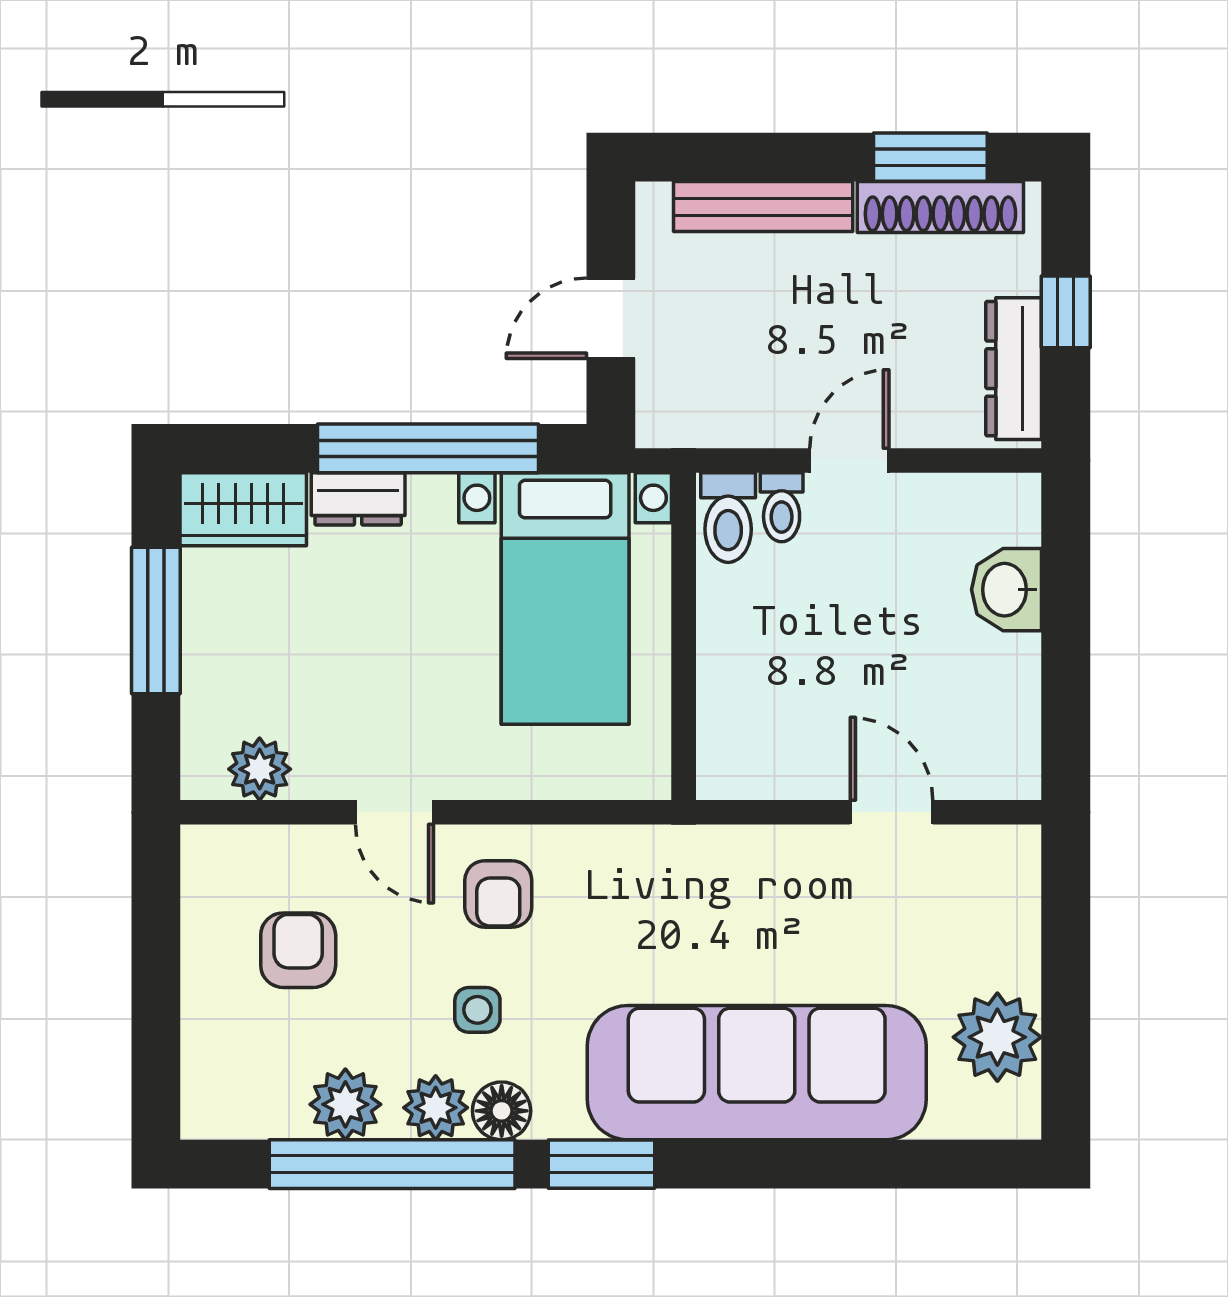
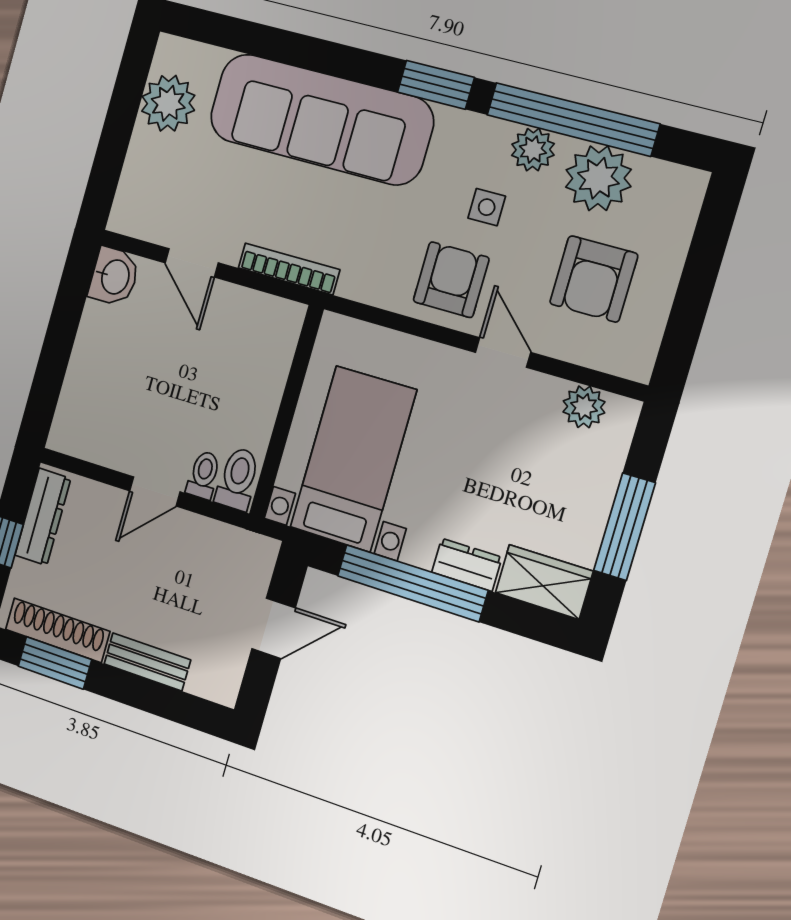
bench: (763, 207) -> (147, 662), width x0.73
washbasin: (1007, 590) -> (114, 277), moved
bookcase: (741, 844) -> (289, 269), added
armchair: (498, 894) -> (451, 280), width x1.38, depth x1.38
armchair: (298, 950) -> (594, 279), width x1.38, depth x1.38
plant: (345, 1104) -> (598, 178), width x1.36, depth x1.36
floor lamp: (502, 1111) -> (490, 136), removed

